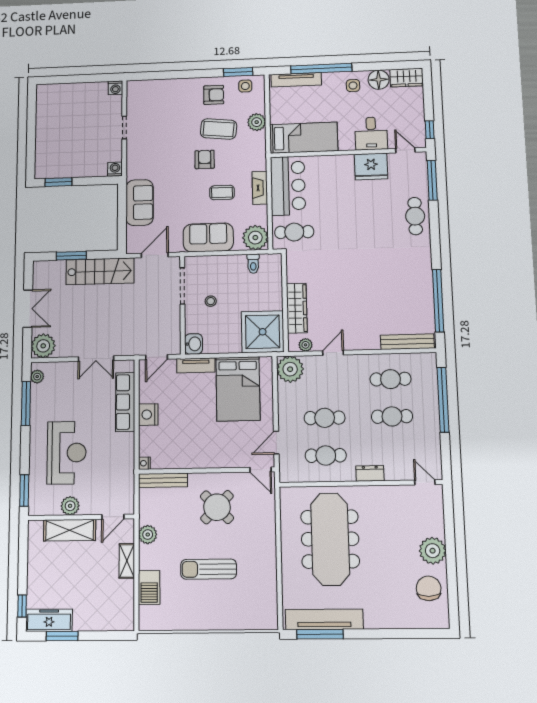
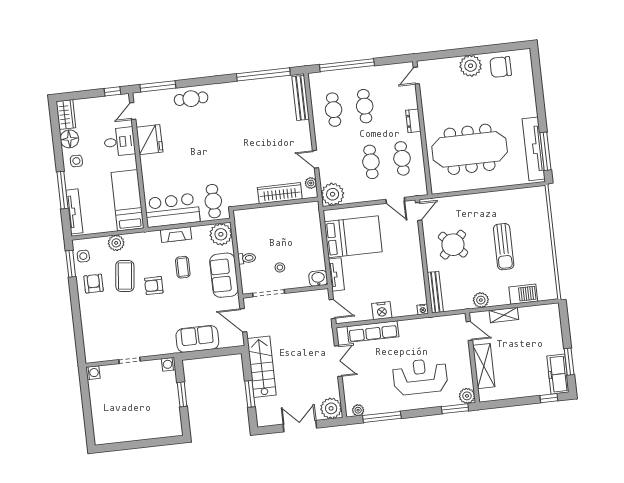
window: (321, 69) -> (62, 190), width x0.68
window: (58, 182) -> (182, 394), moved
toilet: (253, 264) -> (247, 258), moved
shower: (263, 332) -> (303, 220), removed
plant: (70, 506) -> (467, 396), moved

